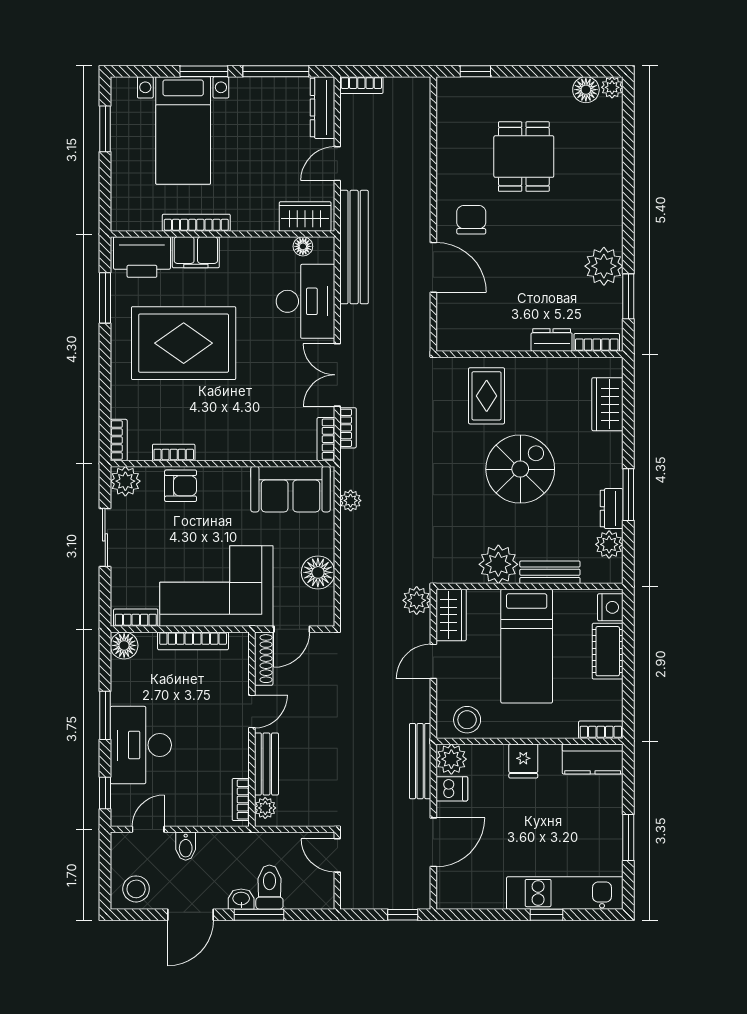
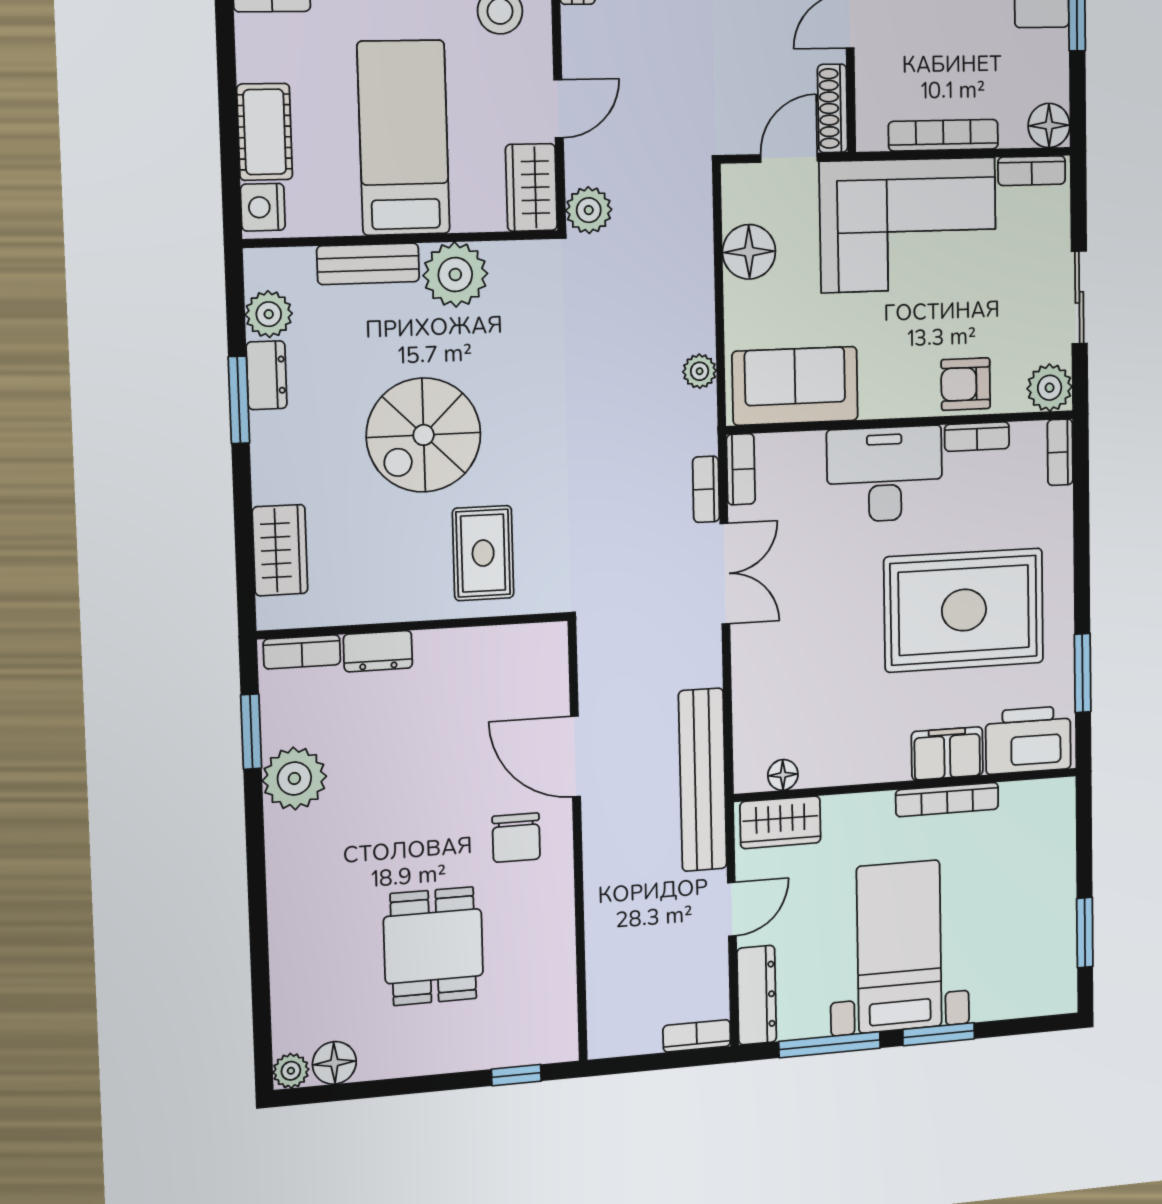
bed with nightstands: (183, 130) -> (899, 947), moved
desk: (305, 301) -> (885, 474), moved, turned 90

